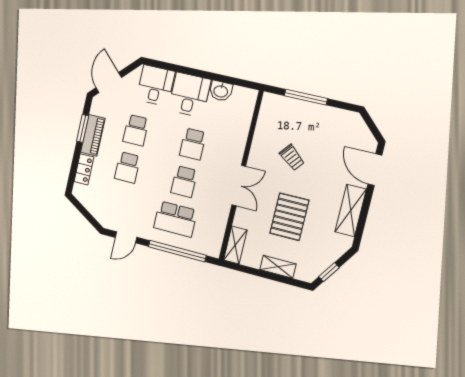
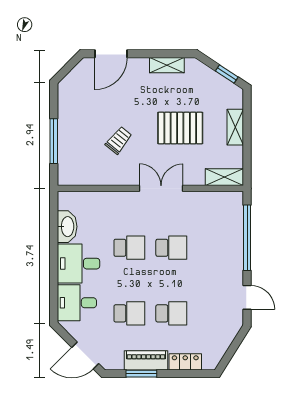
washbasin: (221, 91) -> (67, 227), width x1.38
shelving: (351, 210) -> (167, 65), width x0.67, depth x0.75
school desk: (175, 219) -> (213, 248), removed

